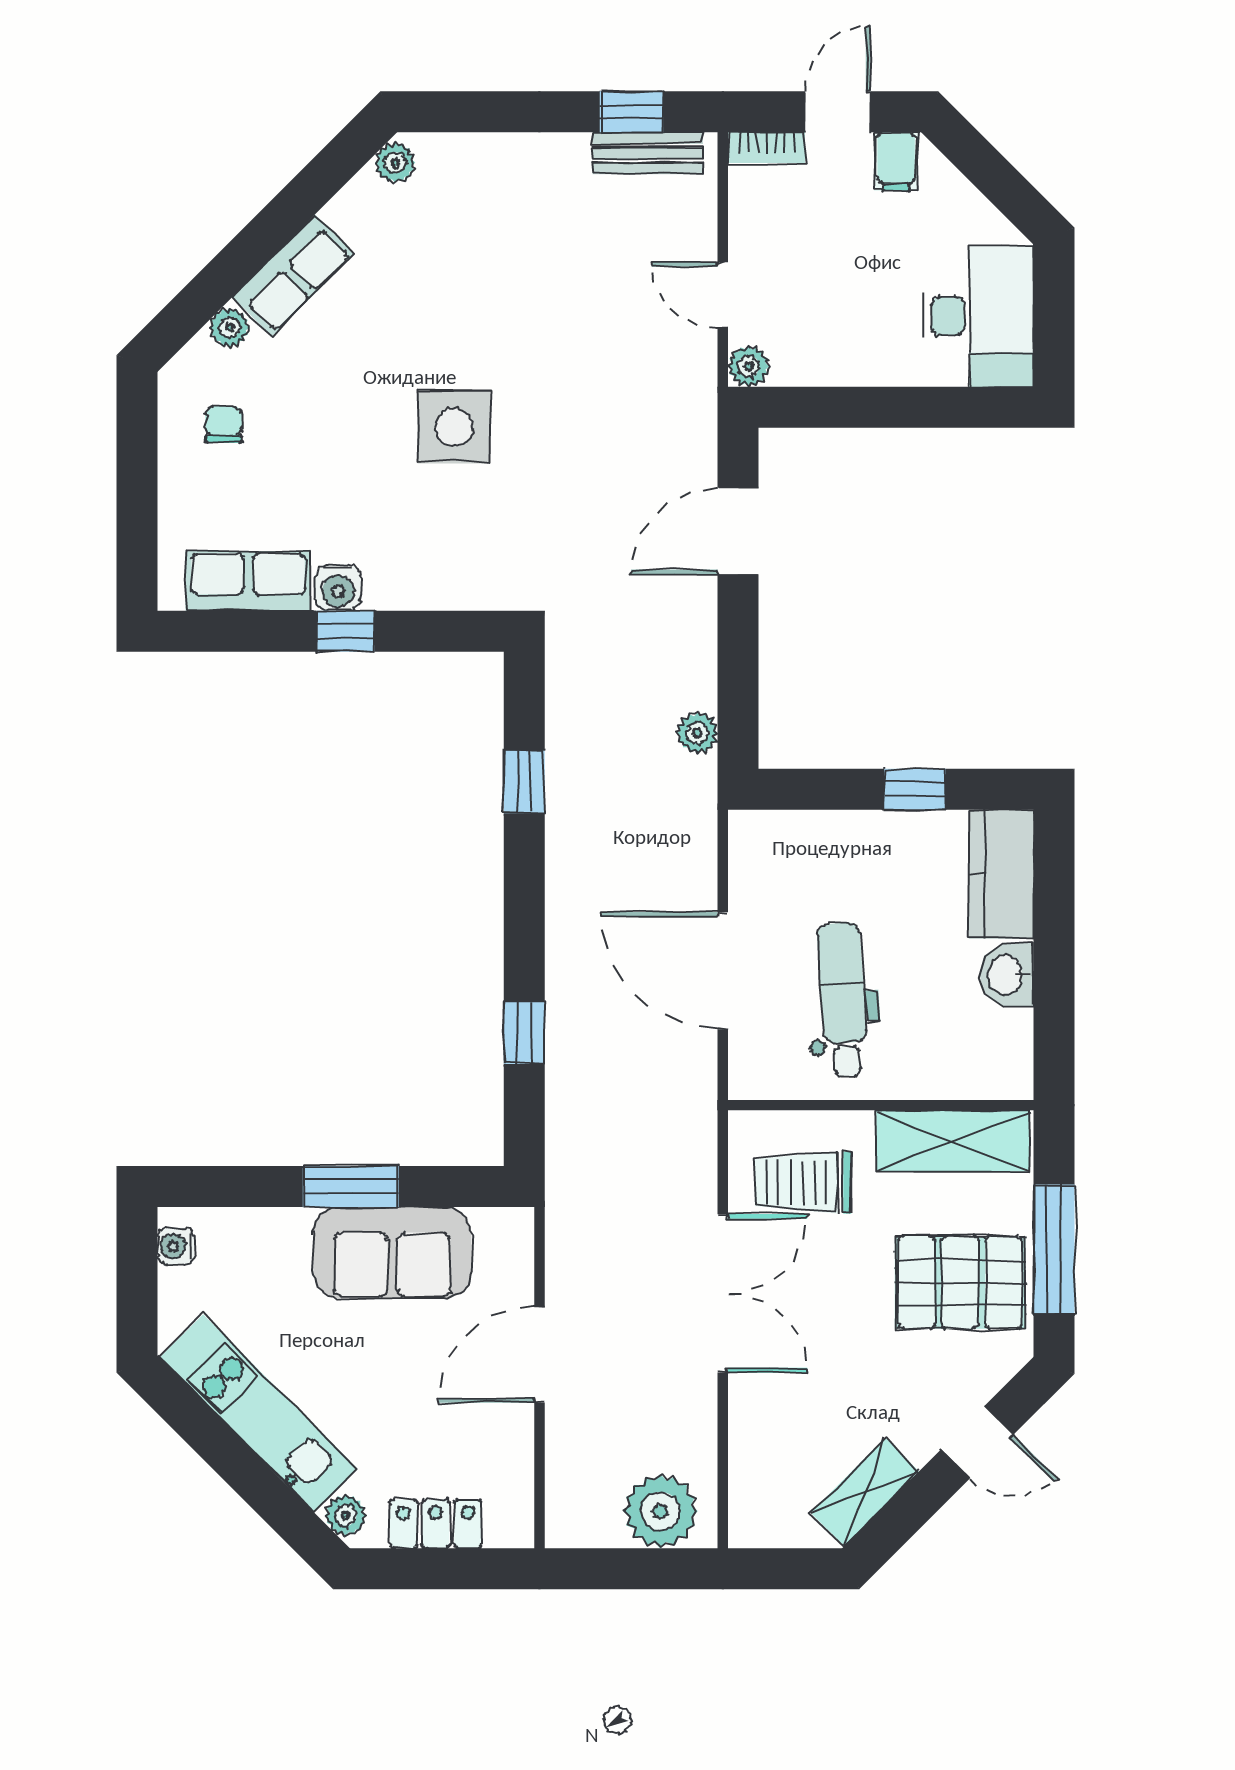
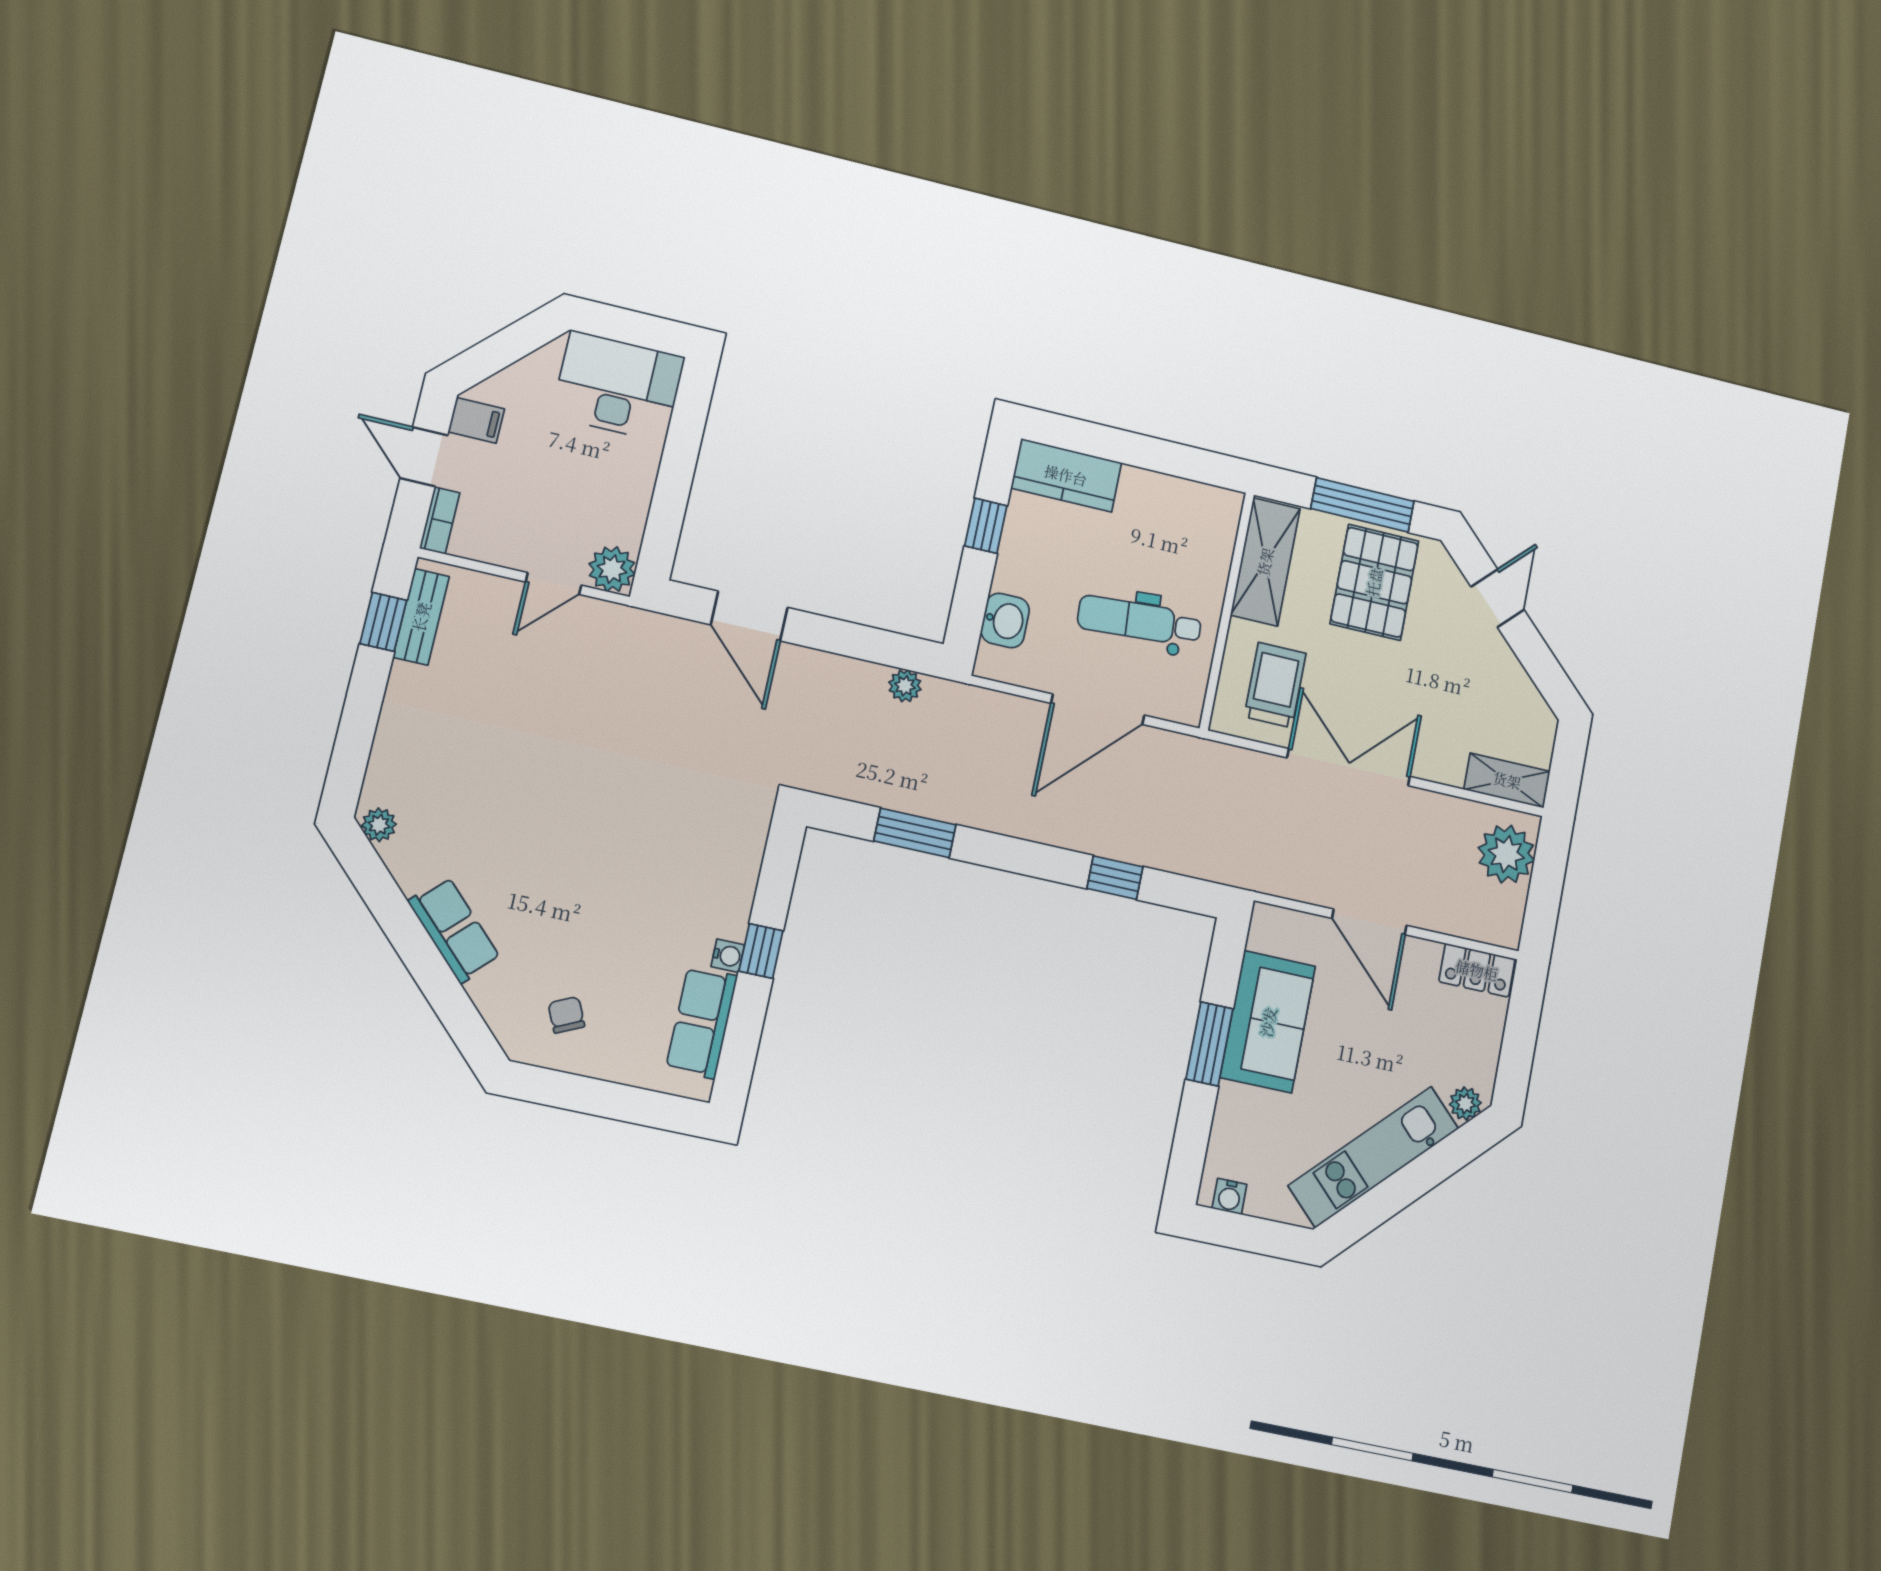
plant: (230, 327) -> (486, 993), removed
plant: (748, 366) -> (612, 569), width x1.38, depth x1.38
chair: (224, 425) -> (566, 1015), turned 65
side table: (454, 427) -> (612, 825), removed
water cooler: (338, 588) -> (728, 956), width x0.72, depth x0.72
window: (524, 782) -> (915, 833), width x1.50
washbasin: (1007, 975) -> (1005, 620), moved, turned -90
trolley: (803, 1183) -> (1275, 685), turned 180
shelving: (865, 1492) -> (1507, 780), moved, turned -45
locker: (436, 1524) -> (1477, 970), moved, turned -90

